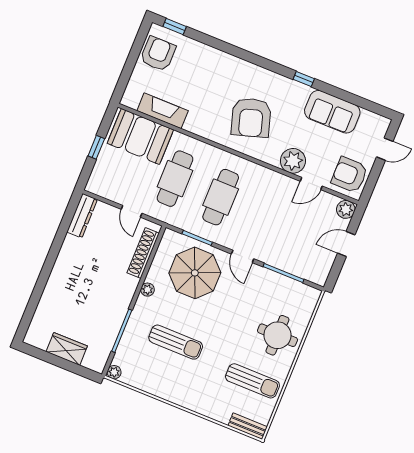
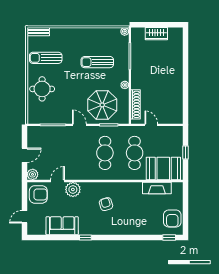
armchair: (251, 118) -> (106, 204), width x0.53, depth x0.53
dresser: (82, 216) -> (178, 111), removed

